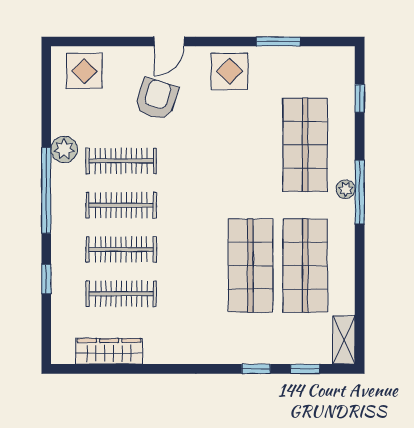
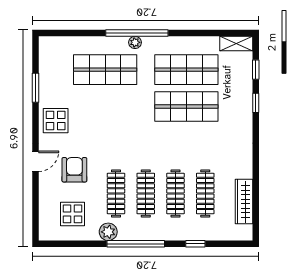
door: (169, 41) -> (36, 161), hinge flipped
display table: (84, 71) -> (73, 214), moved
window: (360, 98) -> (74, 33), removed
armchair: (156, 99) -> (74, 170), turned 73
window: (360, 192) -> (137, 33), width x1.46

